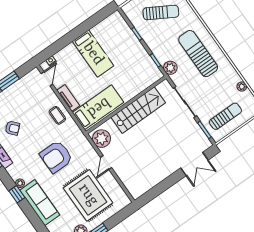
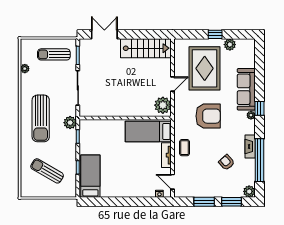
bed: (93, 54) -> (90, 176), moved
door: (47, 79) -> (173, 182), hinge flipped
stairs: (138, 110) -> (146, 48), moved, turned 180

